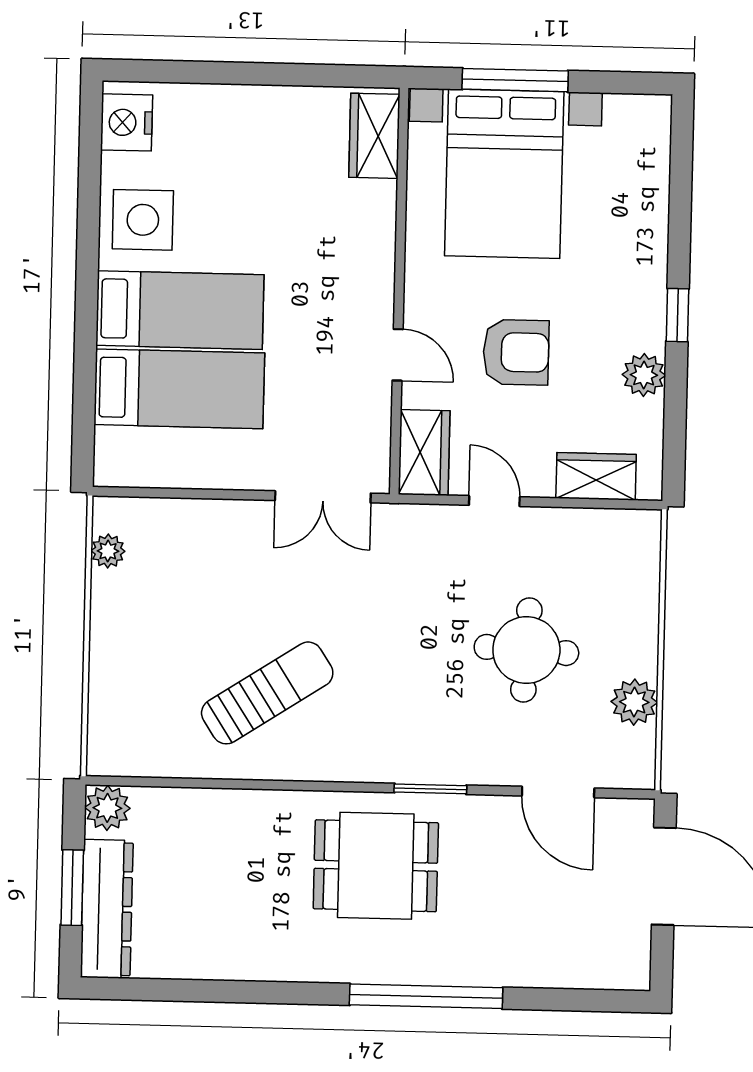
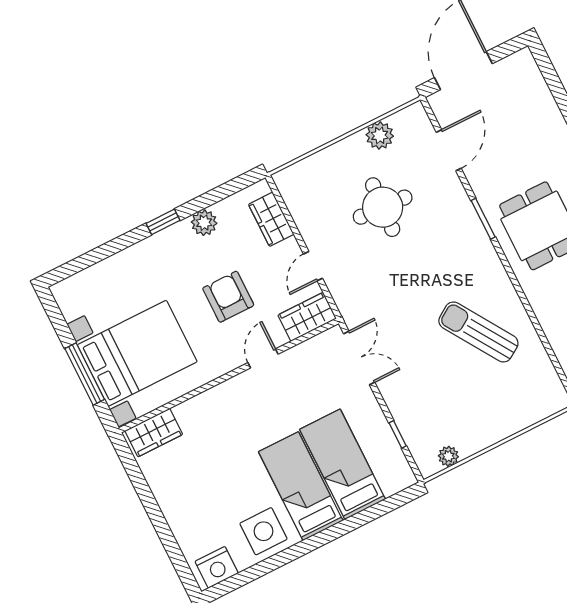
window: (180, 493) -> (398, 434), added

